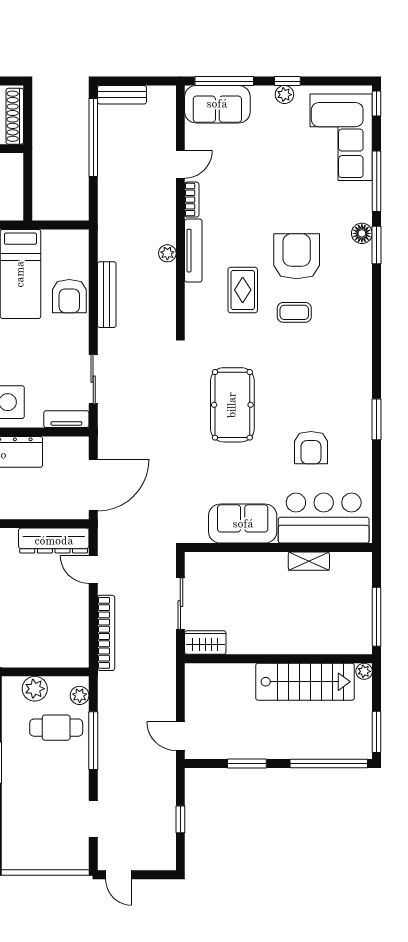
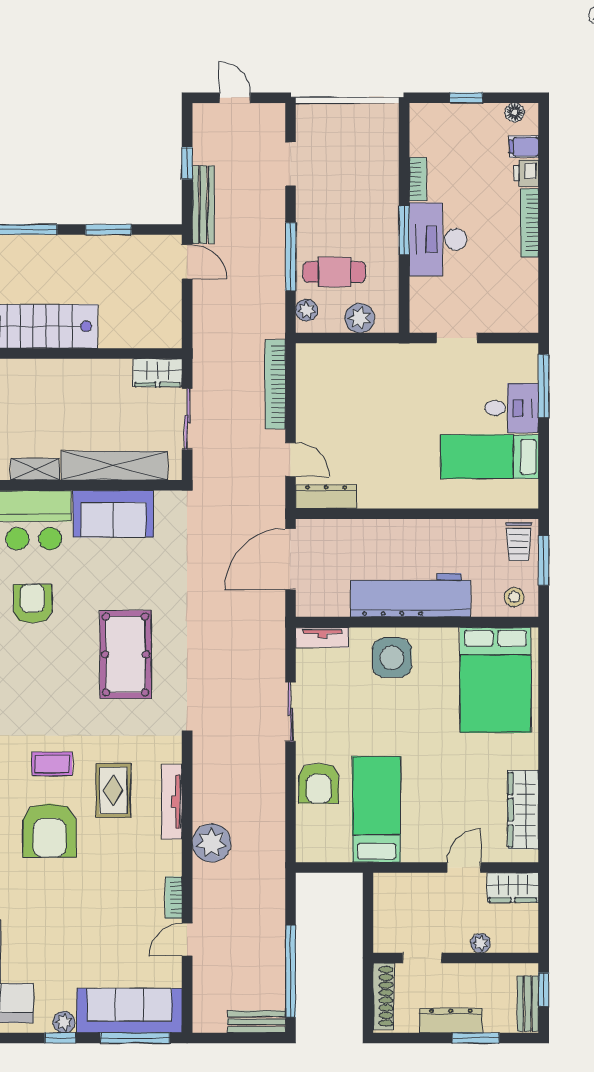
sofa: (217, 104) -> (129, 1010), width x1.36
tv unit: (193, 251) -> (172, 802), moved
plant: (167, 253) -> (212, 843), width x1.88, depth x1.88
bench: (107, 295) -> (203, 205), moved
armchair: (69, 296) -> (319, 783), turned 180
sliding door: (93, 379) -> (290, 712), moved
dresser: (54, 541) -> (326, 497), width x0.73, depth x0.80
shelving: (242, 564) -> (114, 466), added
door: (119, 875) -> (235, 98), moved

